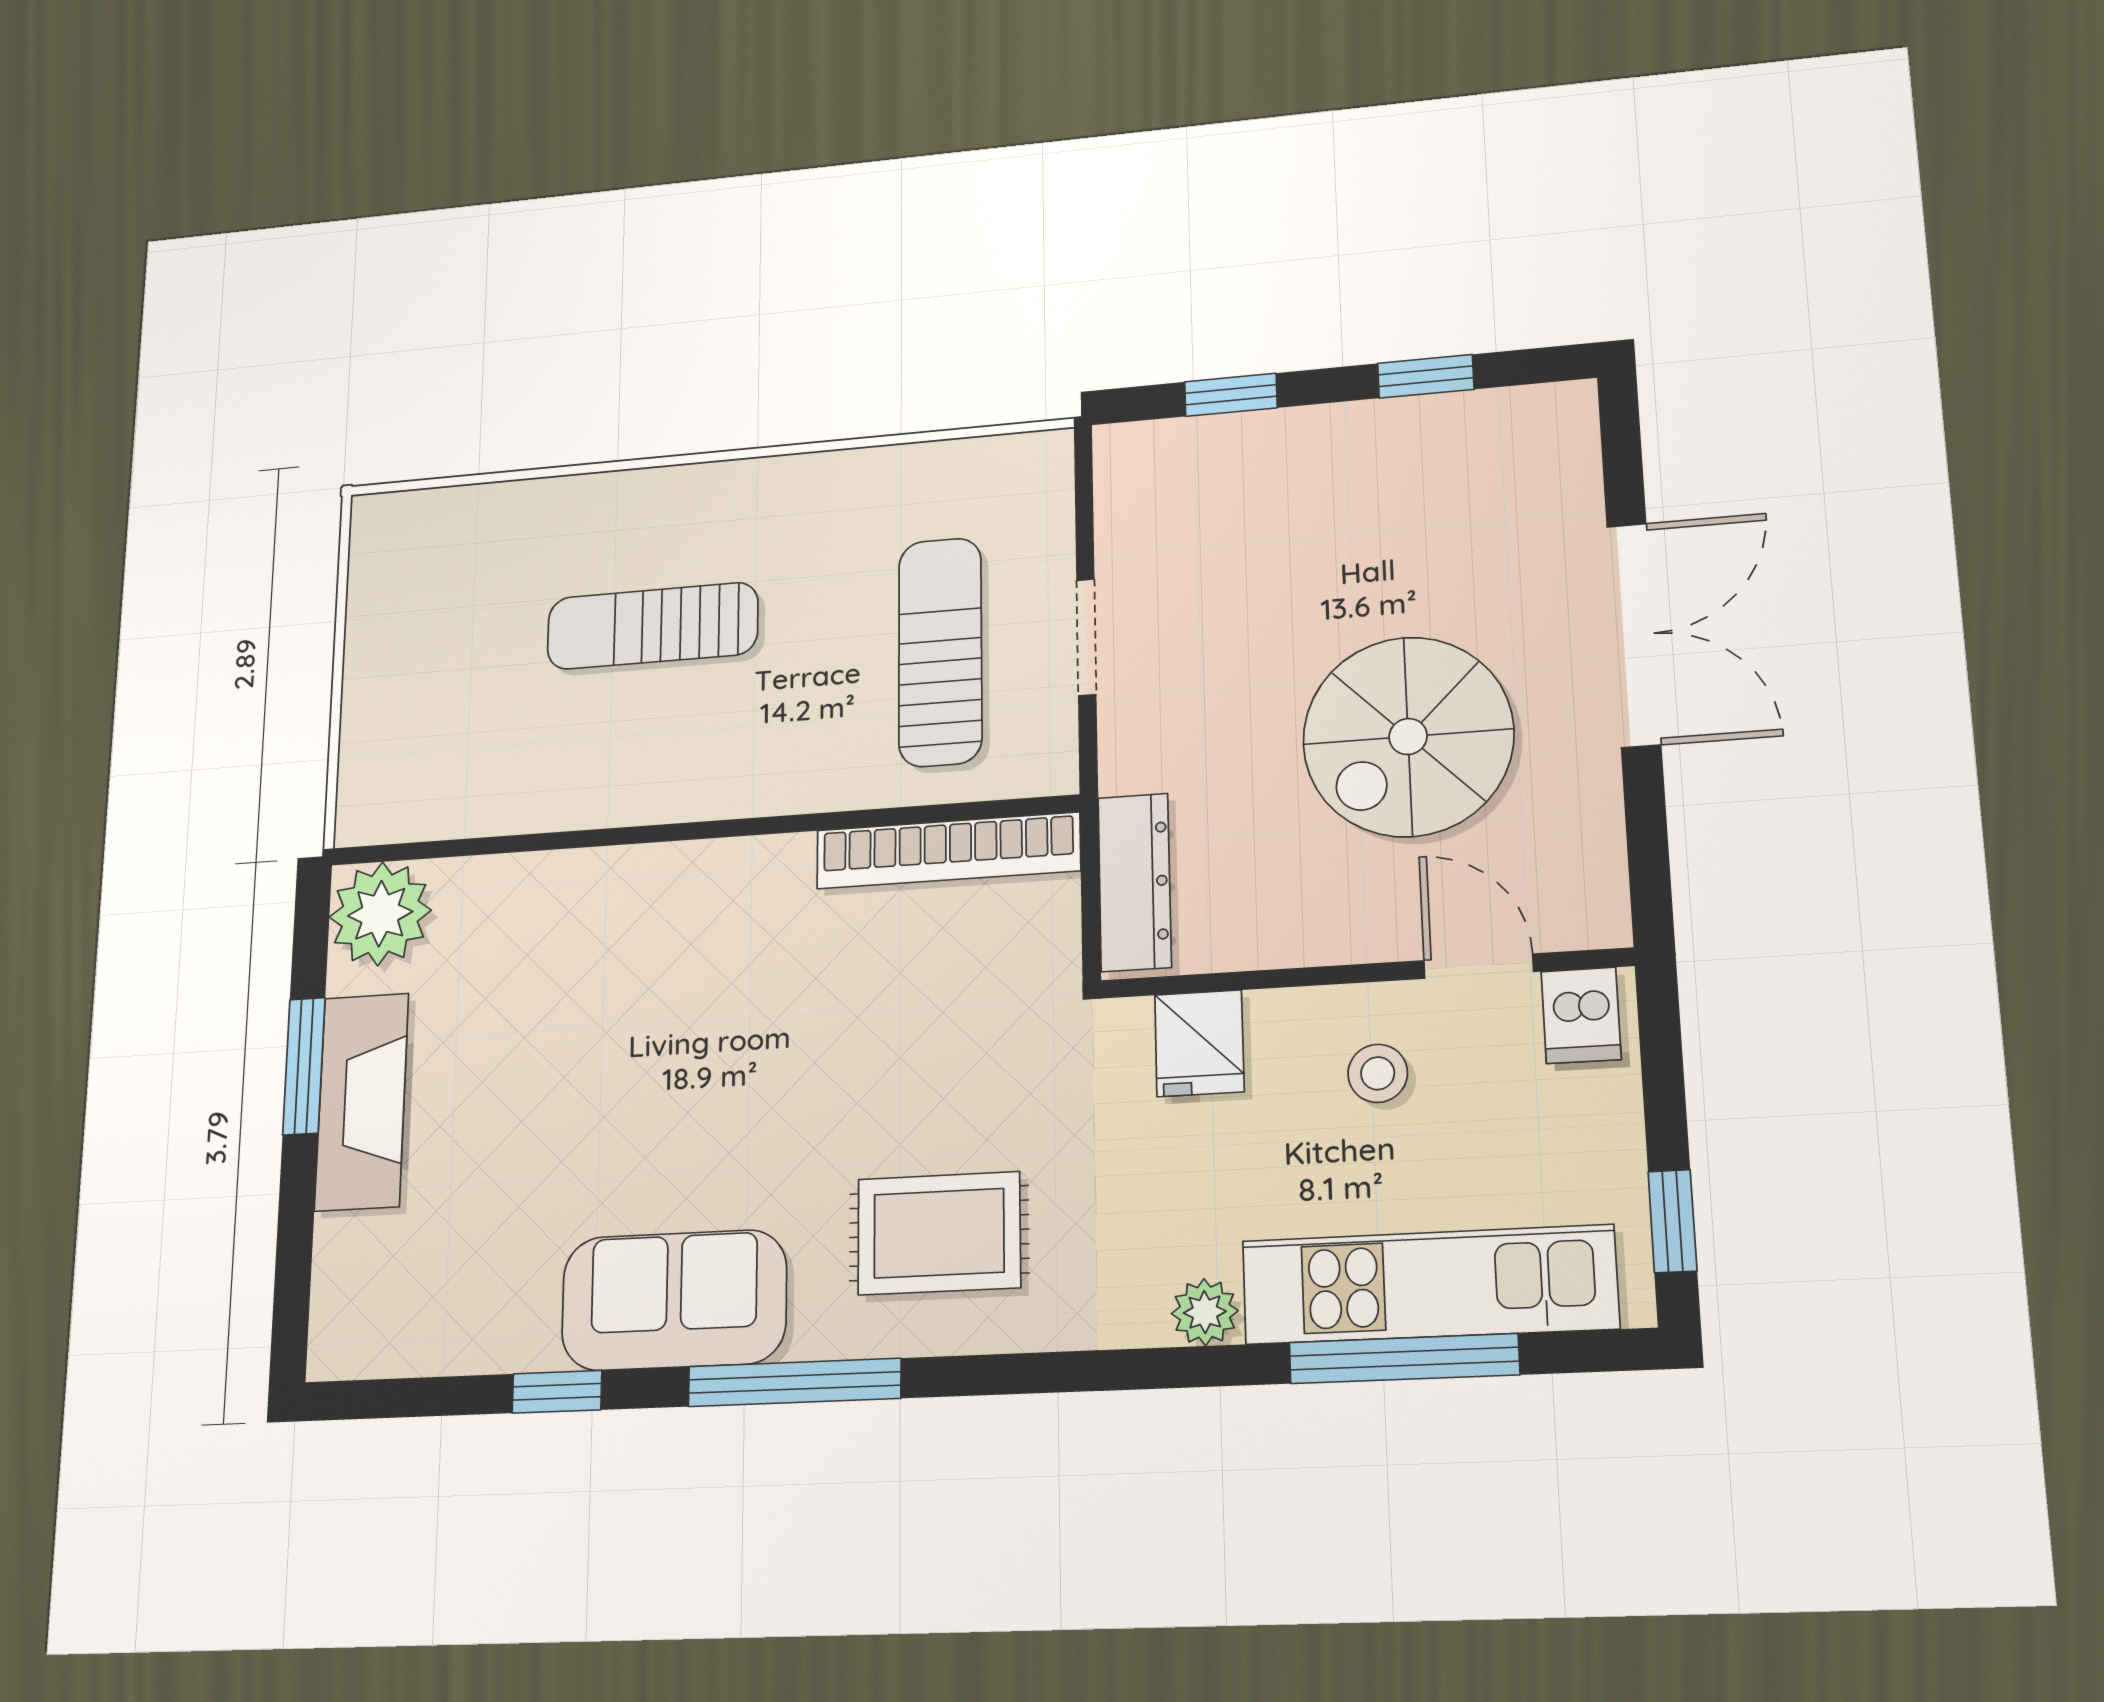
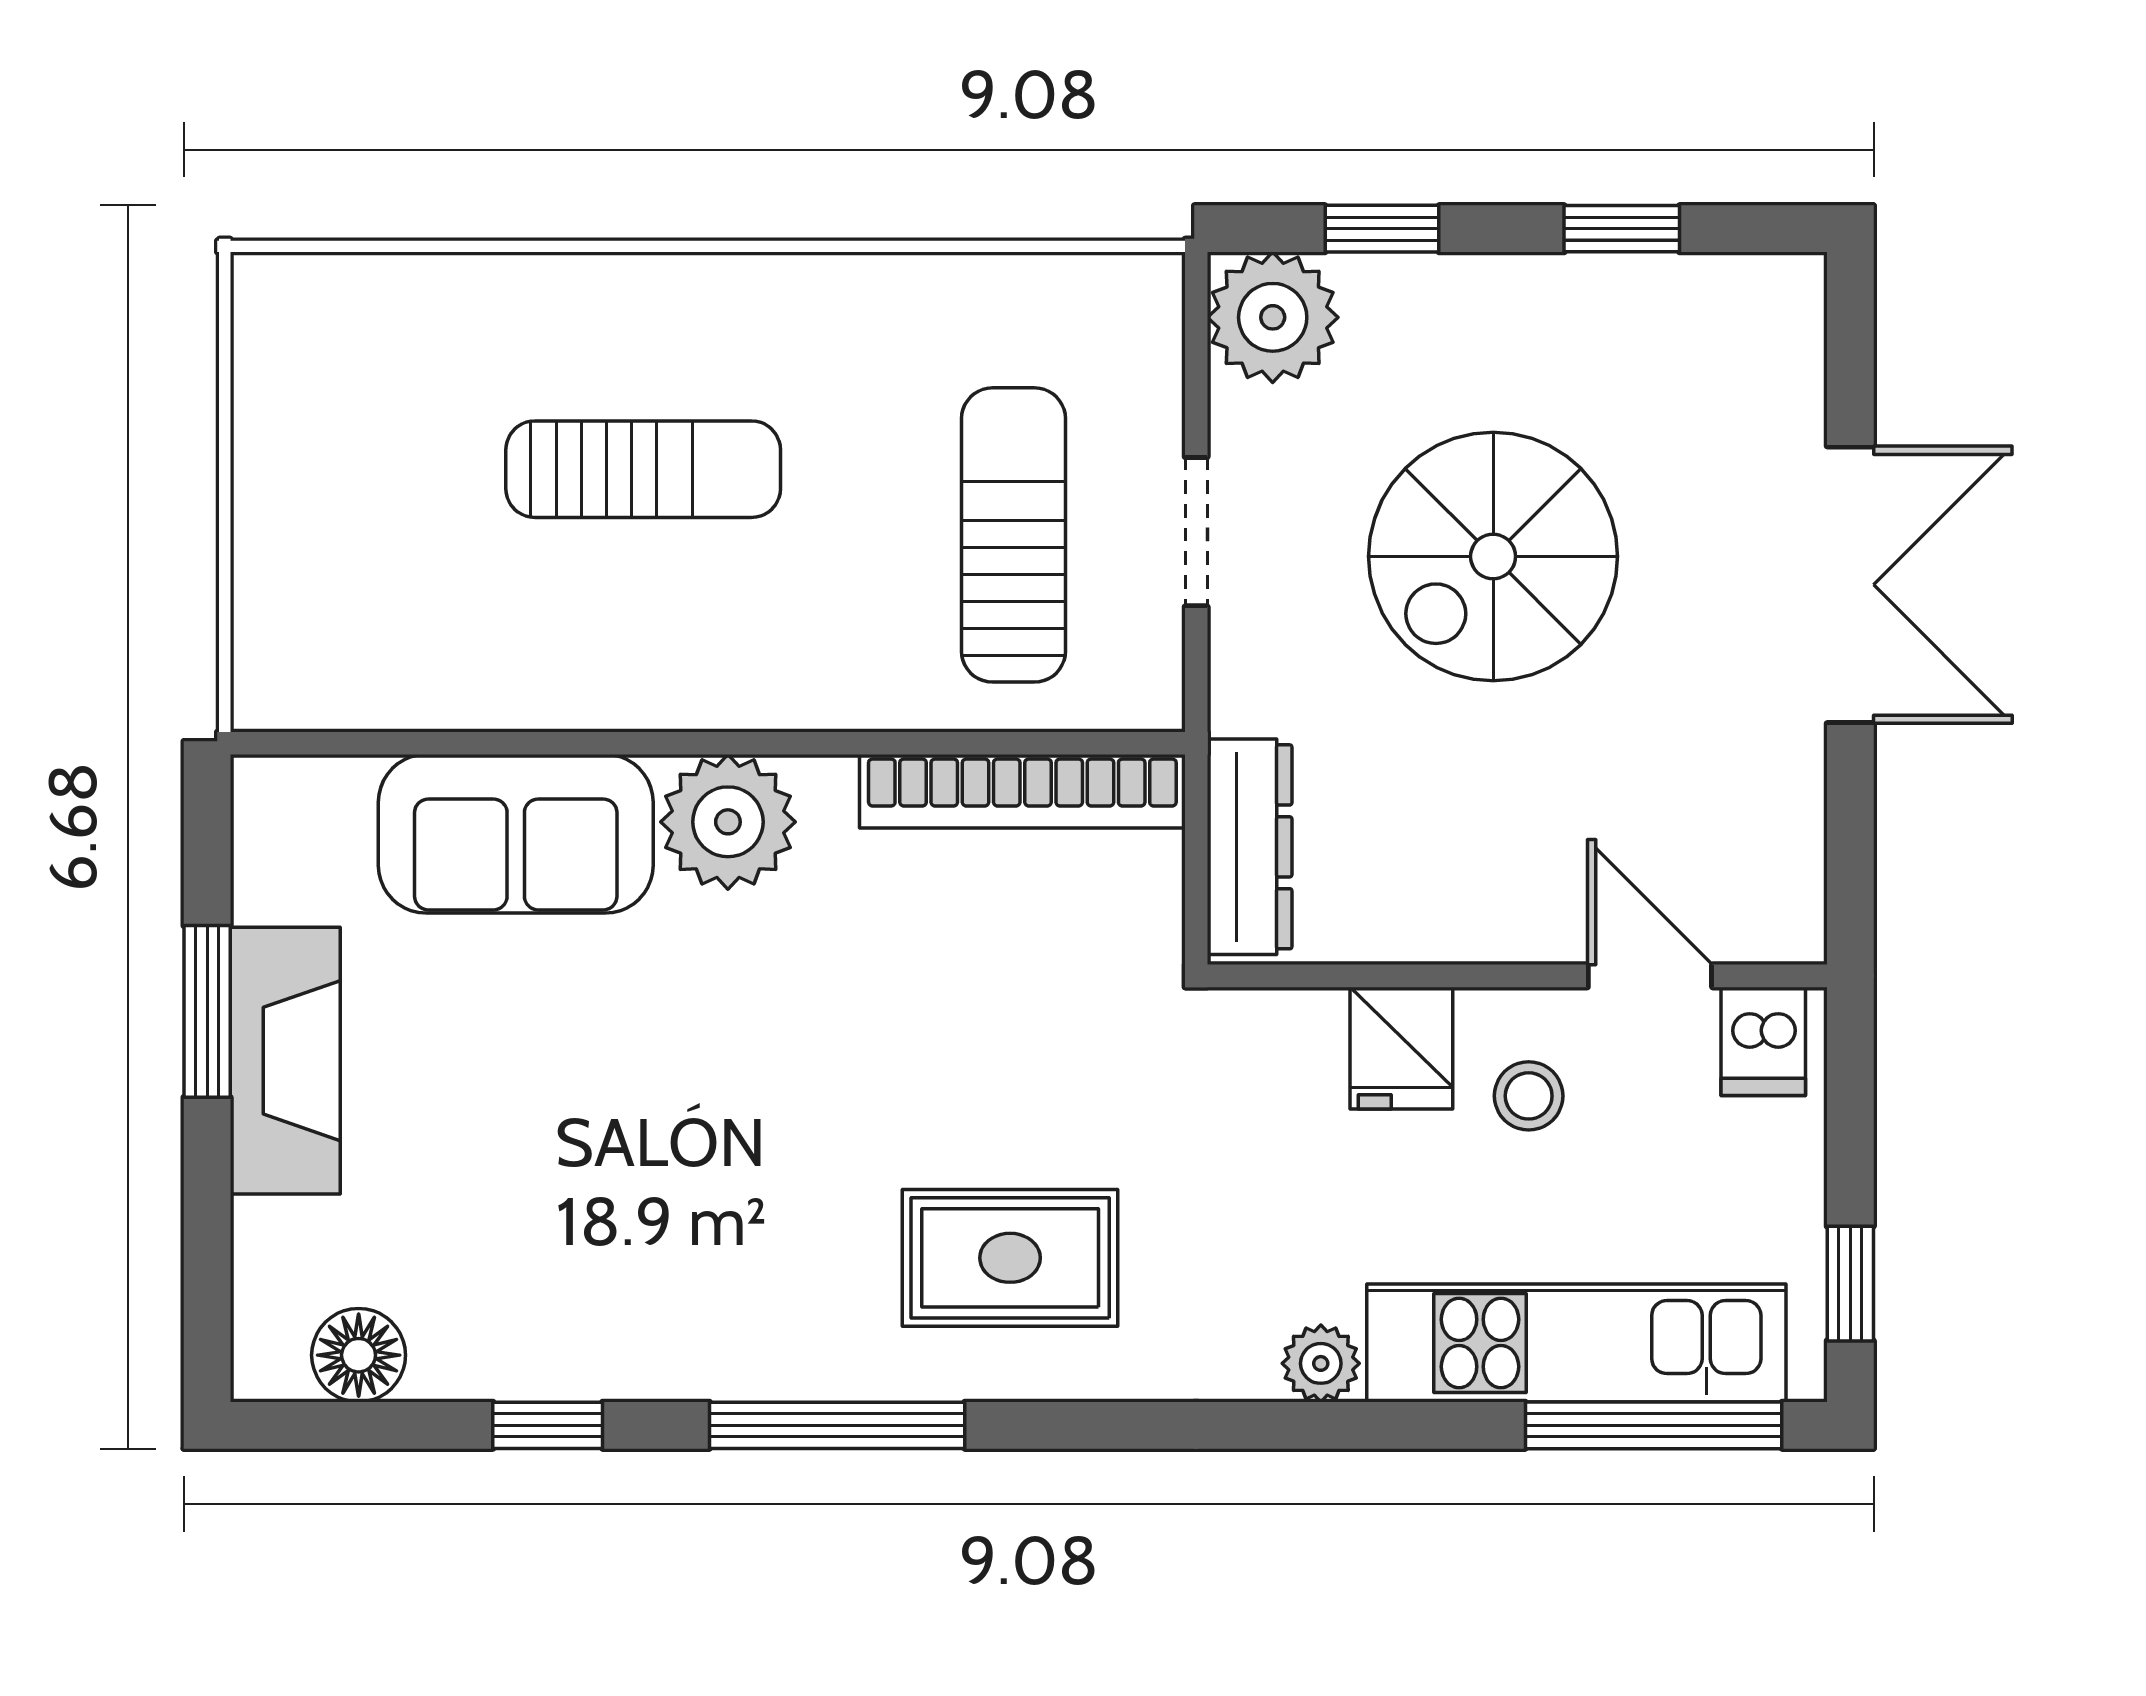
plant: (1145, 469) -> (1273, 317), added
sun lounger: (652, 626) -> (643, 469), turned 180
spiral stairs: (1408, 737) -> (1493, 556), moved
plant: (380, 914) -> (728, 822), moved
fridge: (1199, 1043) -> (1401, 1048), moved
sofa: (674, 1300) -> (516, 834), moved, turned 180
floor lamp: (408, 1339) -> (359, 1355), added
window: (1404, 1359) -> (1654, 1425), moved

